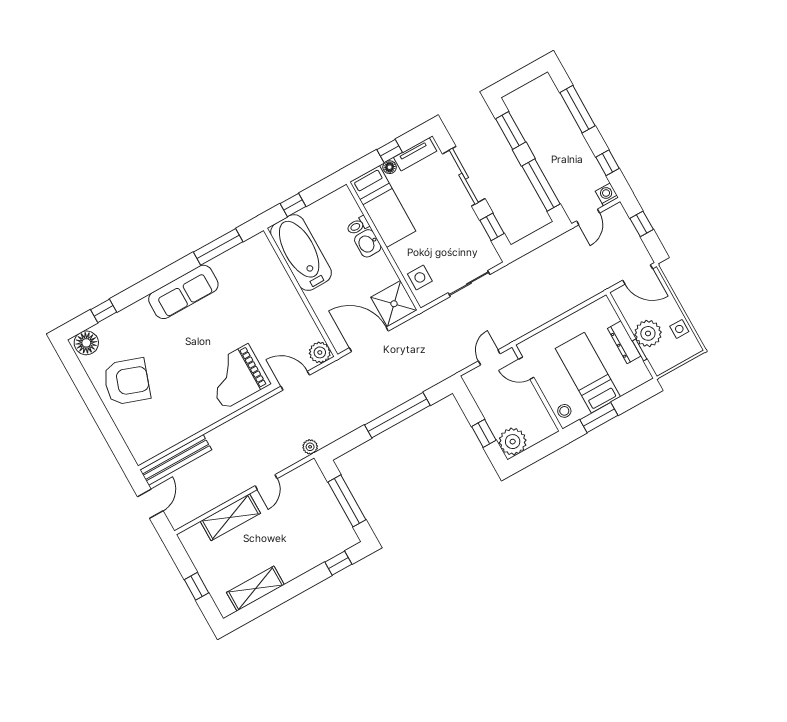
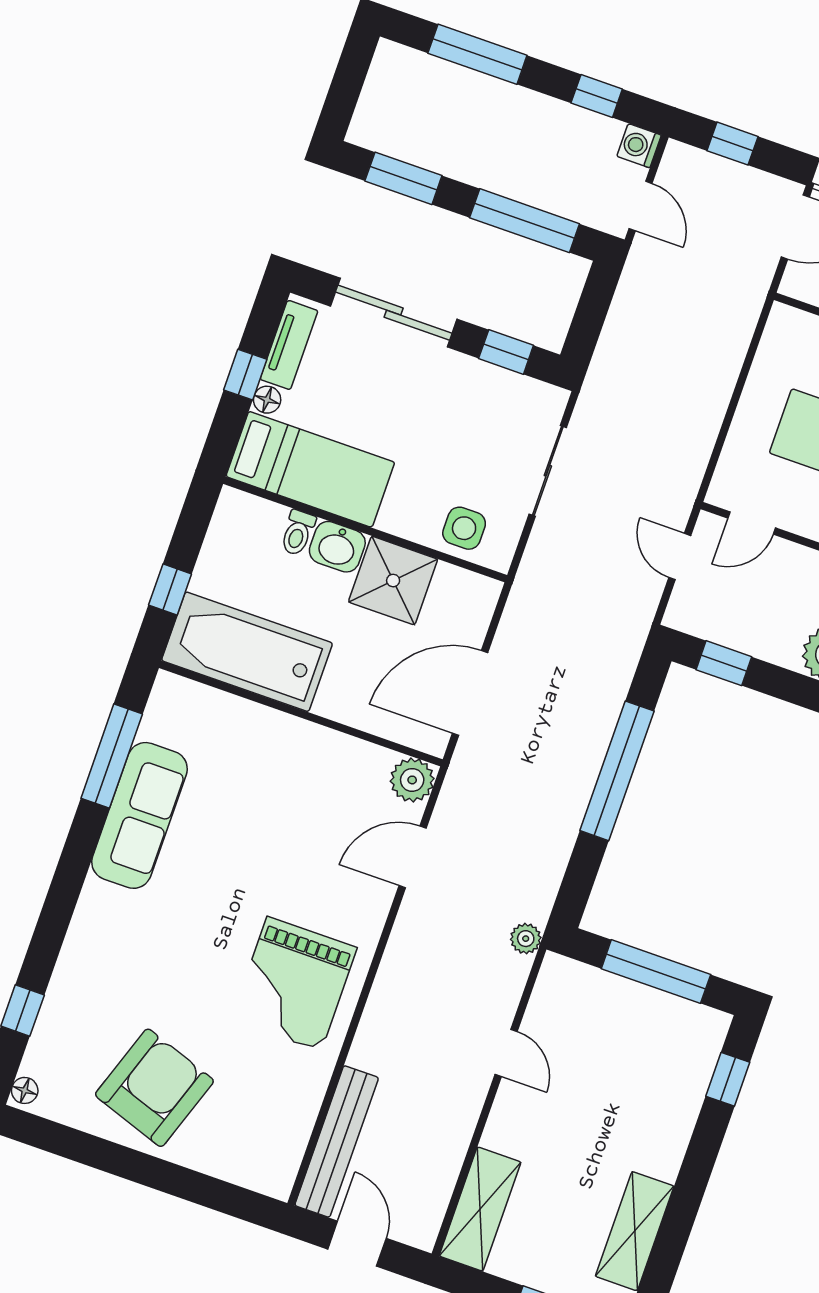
sofa: (183, 292) -> (139, 815), moved
shower: (394, 304) -> (393, 581), moved
floor lamp: (86, 343) -> (25, 1090), width x0.53, depth x0.53
grand piano: (236, 377) -> (294, 984), moved
window: (484, 433) -> (724, 663), moved
shelving: (230, 517) -> (480, 1209), moved

